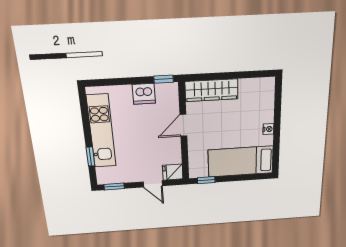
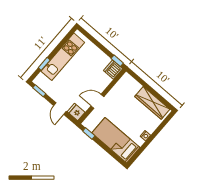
wardrobe: (212, 90) -> (152, 103), moved
dishwasher: (144, 94) -> (113, 70), moved, turned 90
door: (183, 125) -> (97, 101), moved

